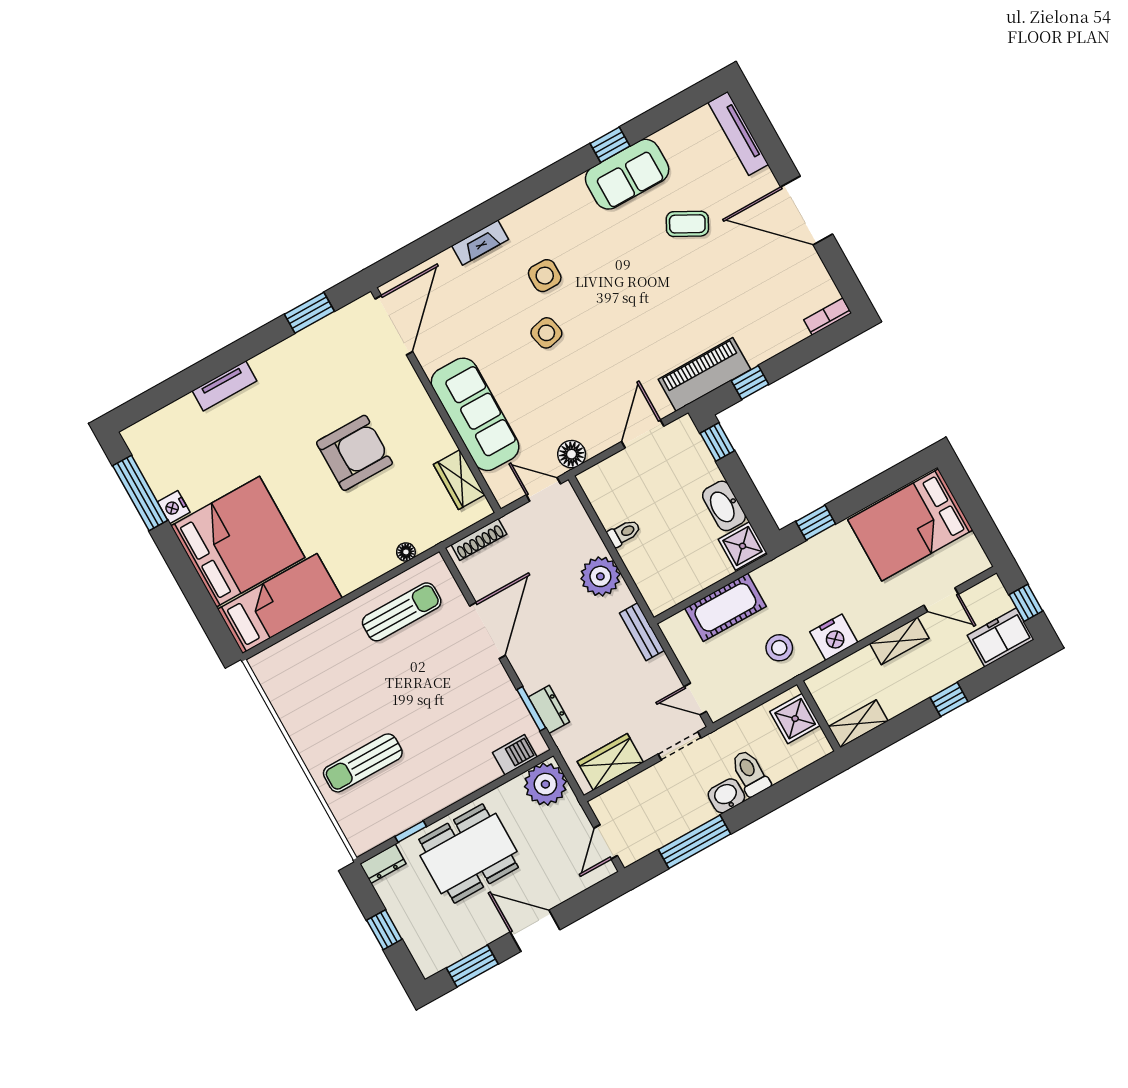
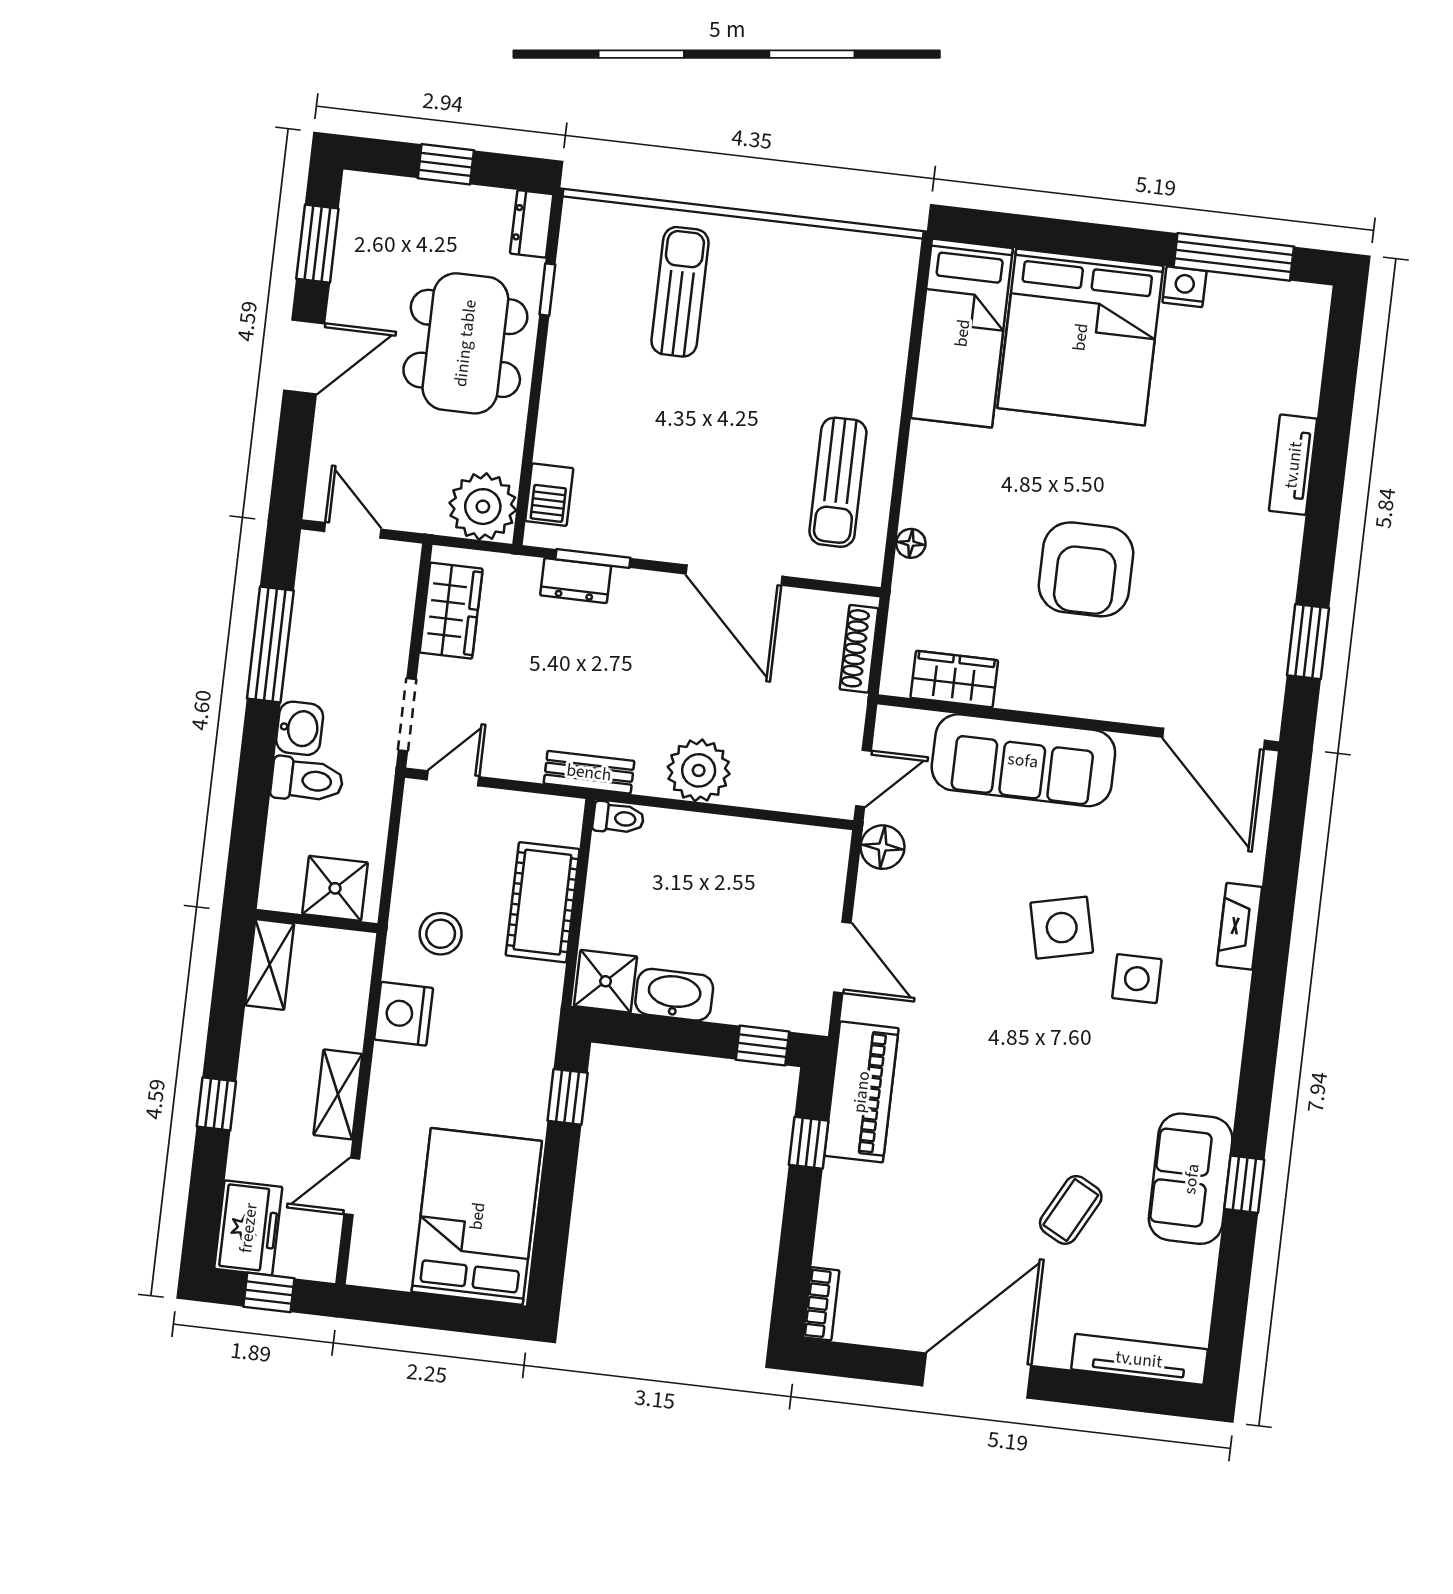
side table: (546, 333) -> (1062, 928), width x1.37, depth x1.37
toilet: (624, 533) -> (618, 818), moved, turned -90

